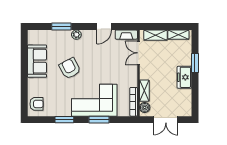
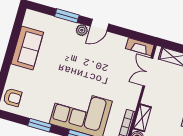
door: (104, 27) -> (99, 25), moved
armchair: (70, 68) -> (63, 67), removed

